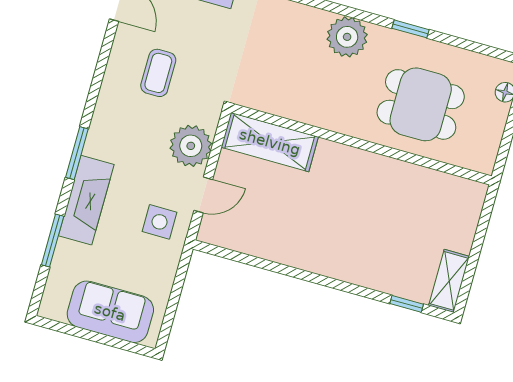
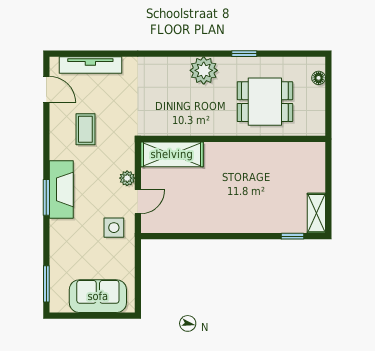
plant: (191, 146) -> (127, 178), width x0.53, depth x0.53
fireplace: (86, 200) -> (61, 189), moved
window: (53, 241) -> (46, 284), moved

